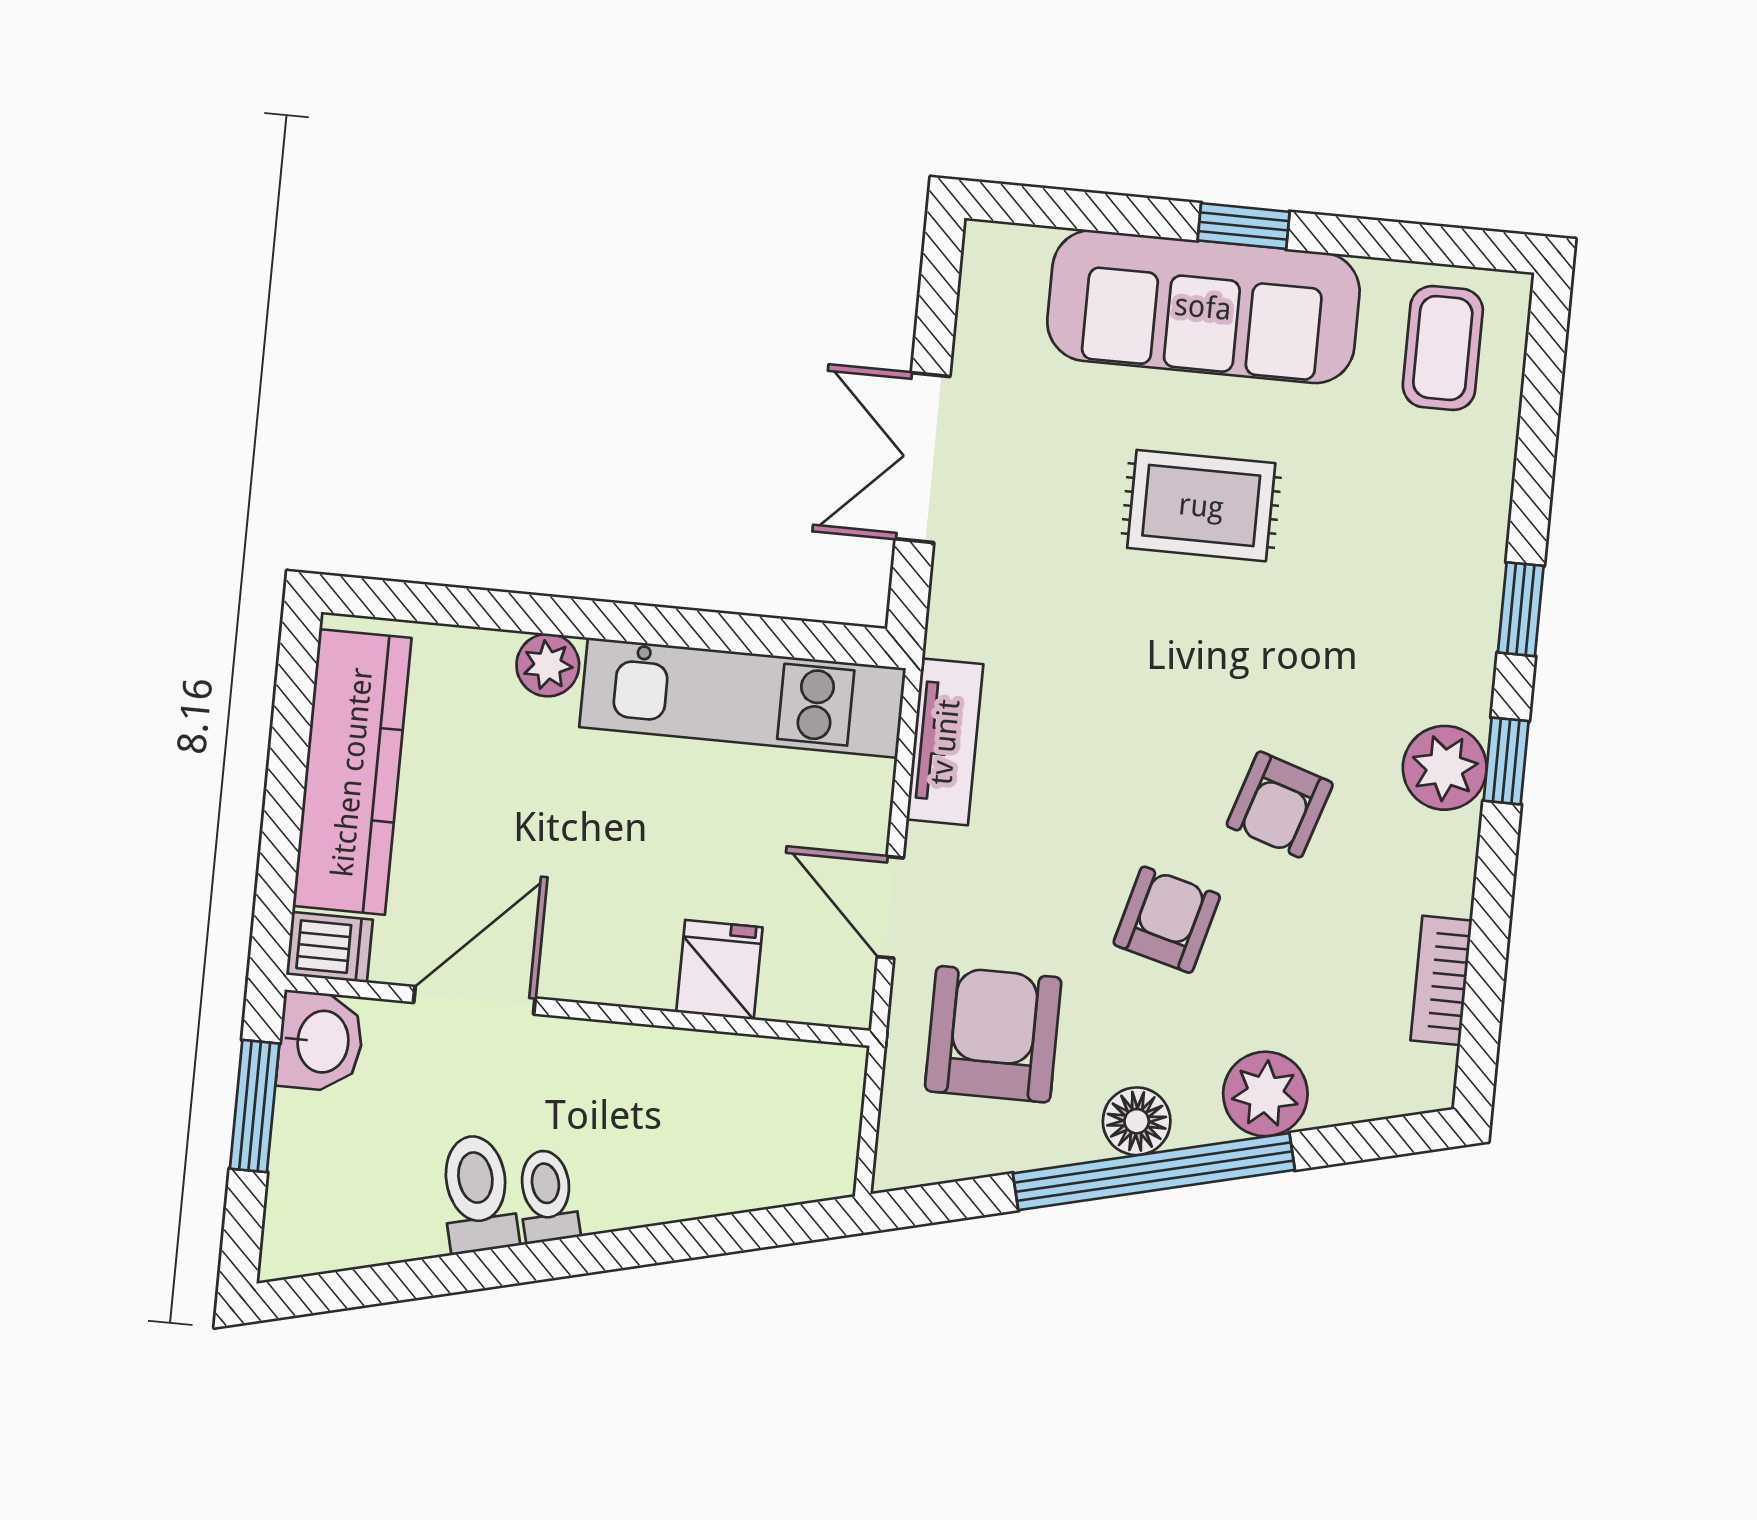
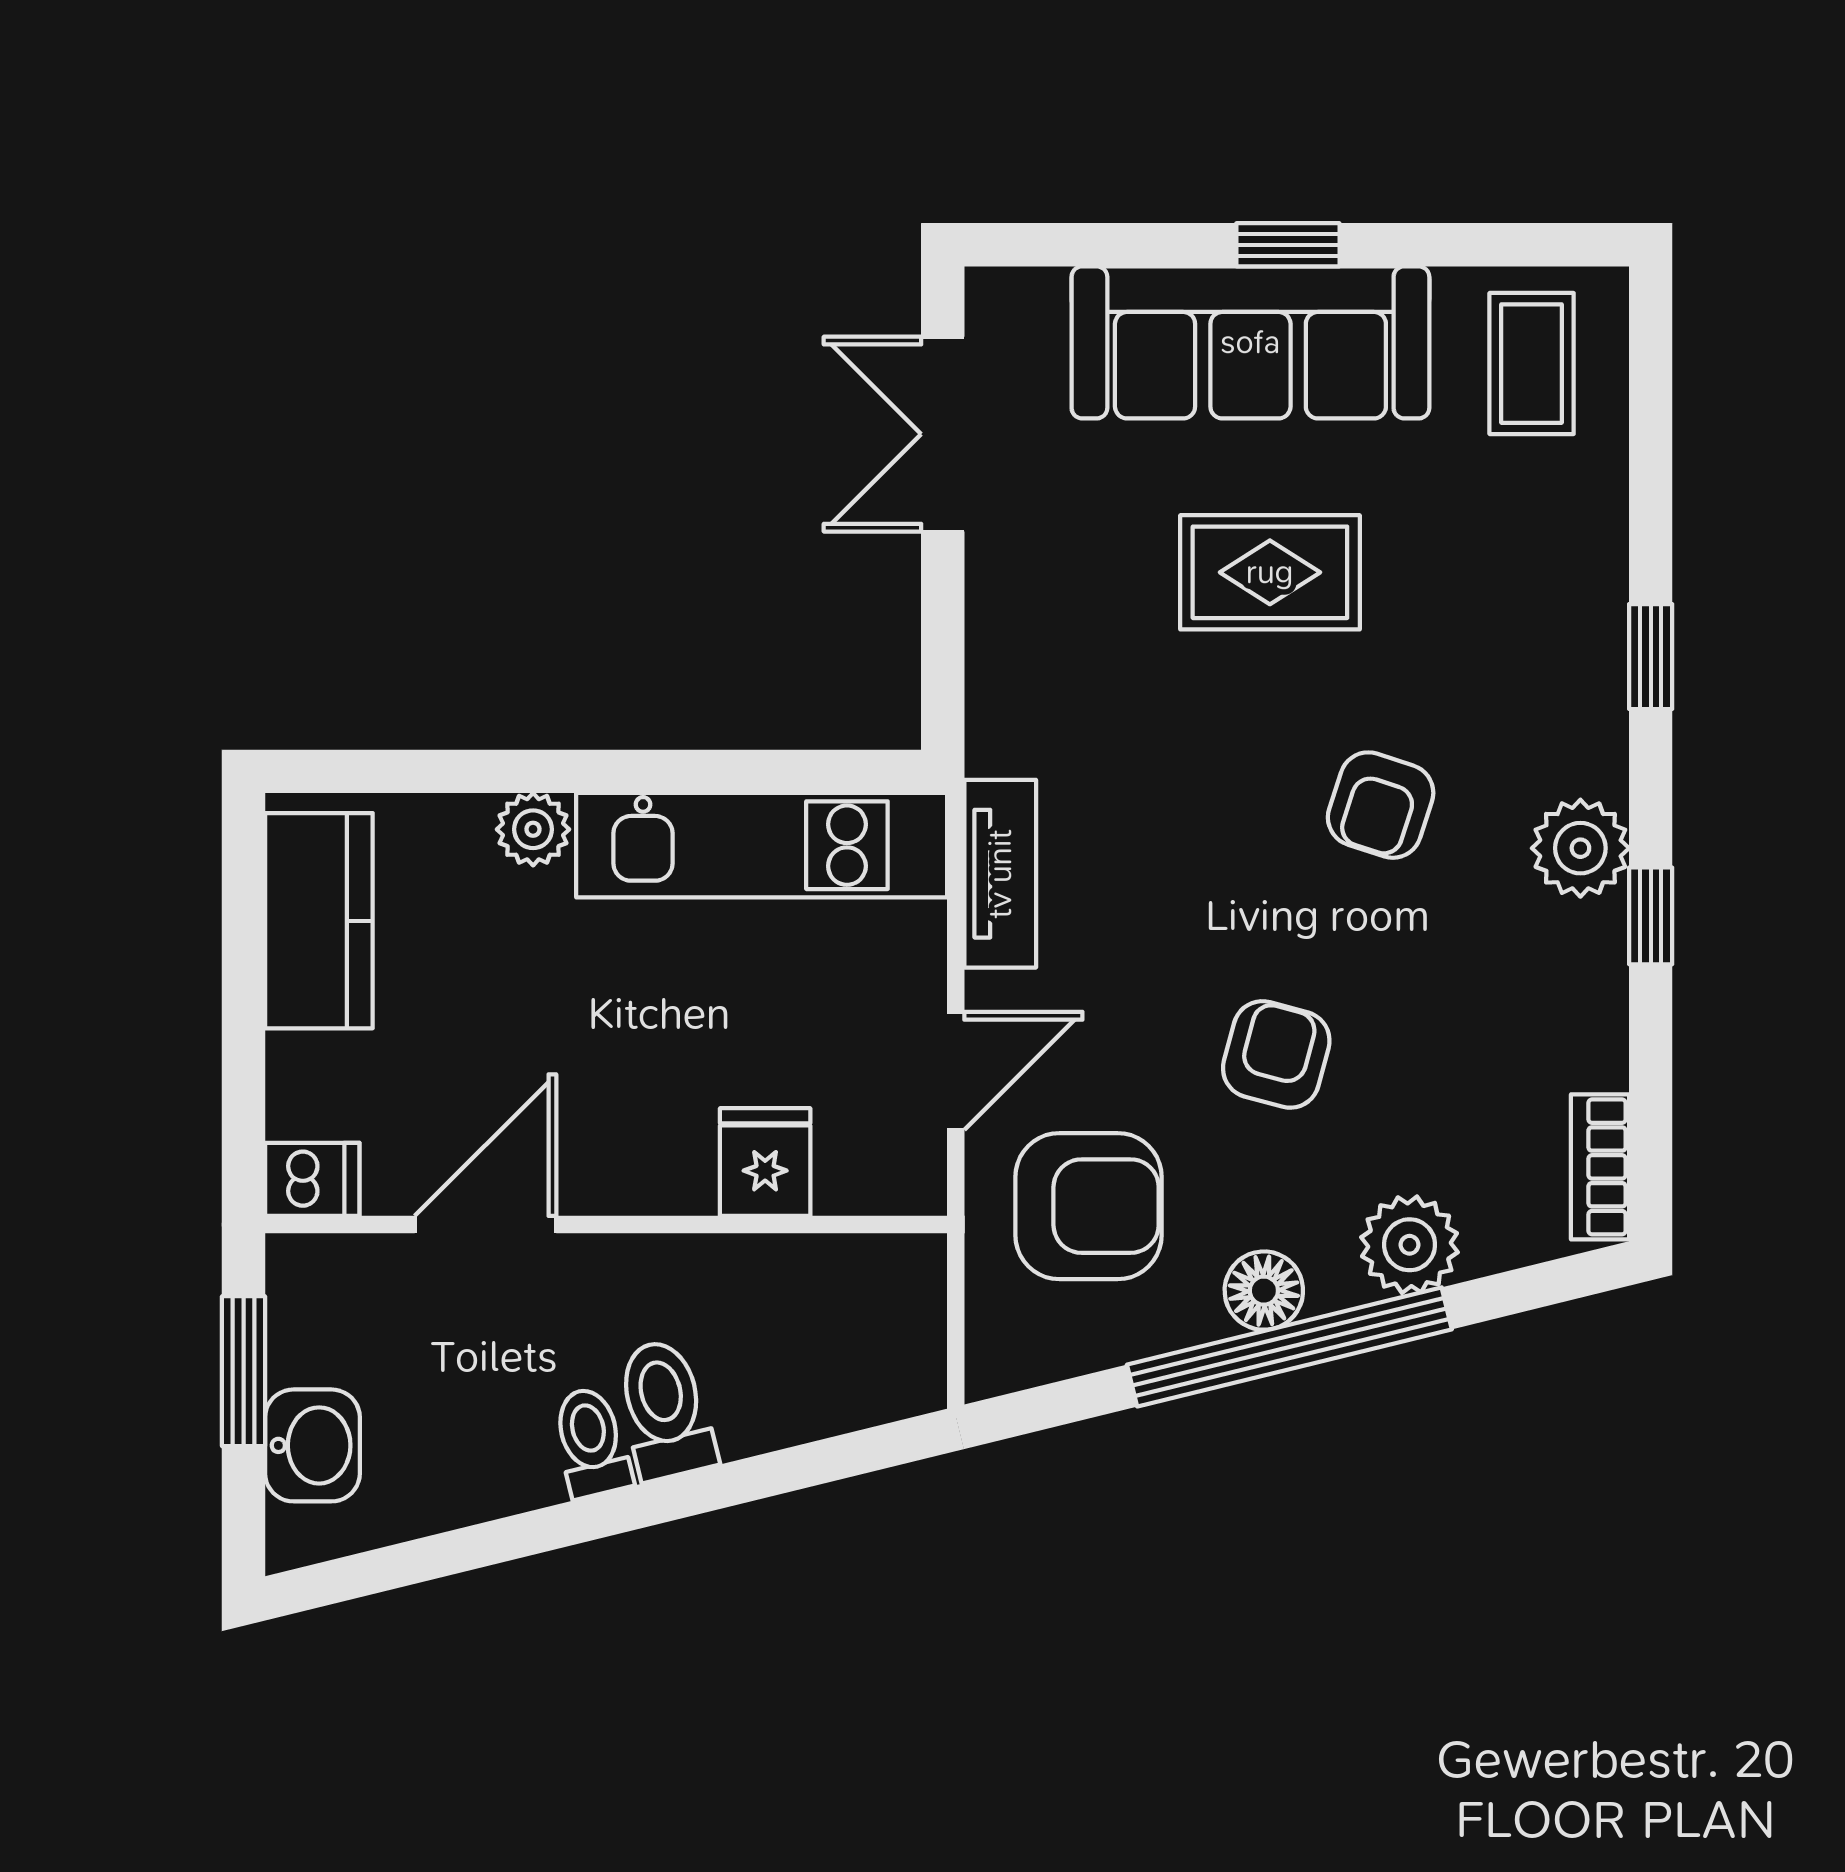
double door: (923, 458) -> (943, 434), moved
window: (1506, 761) -> (1651, 916), moved
kitchen counter: (352, 772) -> (319, 921), width x0.67
armchair: (1280, 804) -> (1381, 805), moved
door: (890, 907) -> (956, 1071), swing flipped
bookcase: (1441, 980) -> (1600, 1167), moved
armchair: (993, 1034) -> (1089, 1206), turned 90
washbasin: (321, 1041) -> (312, 1445), moved
toilet: (478, 1193) -> (665, 1409), moved

